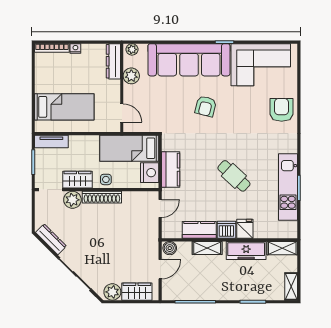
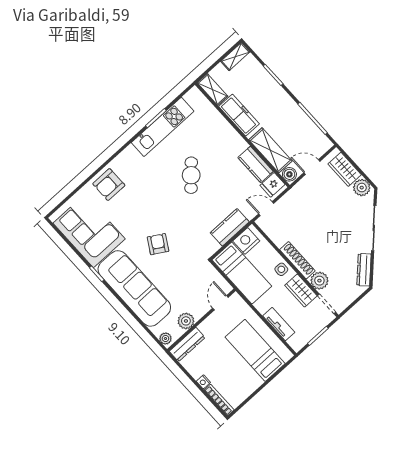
armchair: (206, 106) -> (158, 244), turned -73
tv unit: (51, 141) -> (279, 324), moved
fridge: (245, 229) -> (272, 185), moved
dishwasher: (226, 230) -> (237, 144), removed
shelving: (207, 248) -> (270, 150), width x1.50, depth x1.33

